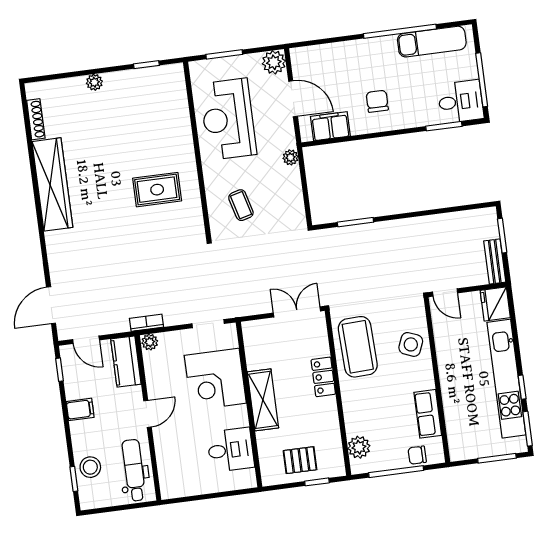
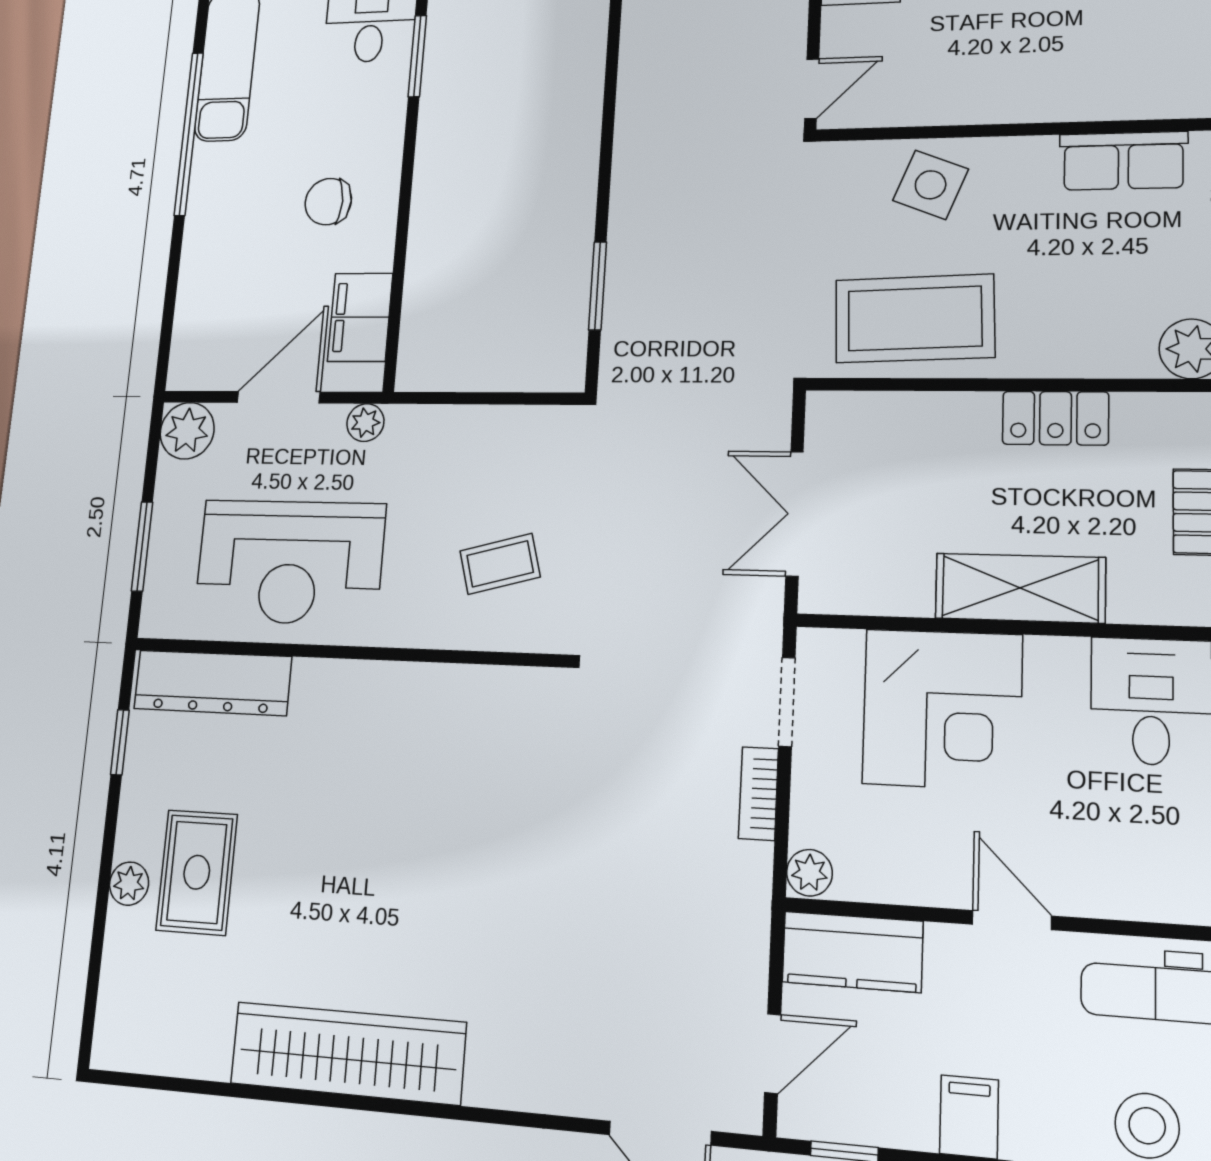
dresser: (176, 98) -> (212, 683), added
shoe rack: (36, 119) -> (180, 1059), removed
plant: (290, 157) -> (365, 423), moved
rug: (157, 190) -> (197, 872), moved
double door: (297, 312) -> (795, 514), moved
bookcase: (146, 323) -> (758, 794), moved
locker: (323, 377) -> (1055, 418), moved

